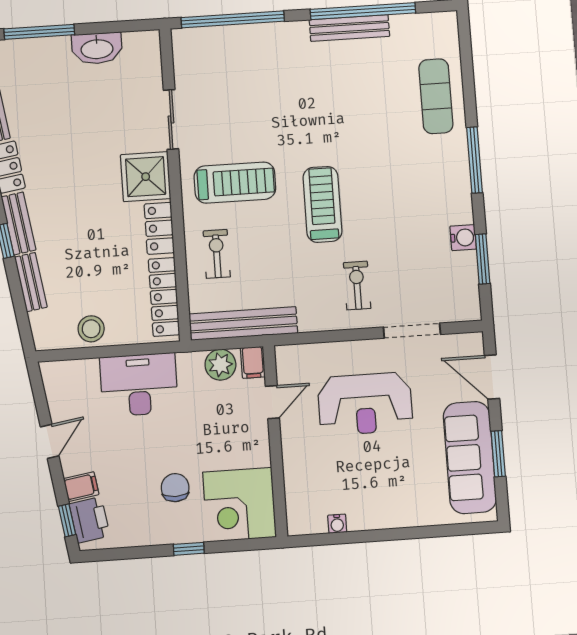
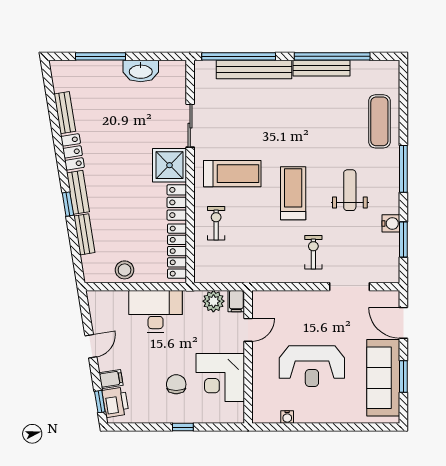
weight bench: (402, 195) -> (350, 190), added
bench: (243, 324) -> (254, 70), moved
reception desk: (365, 404) -> (312, 366), moved
corner desk: (239, 505) -> (220, 377), moved

